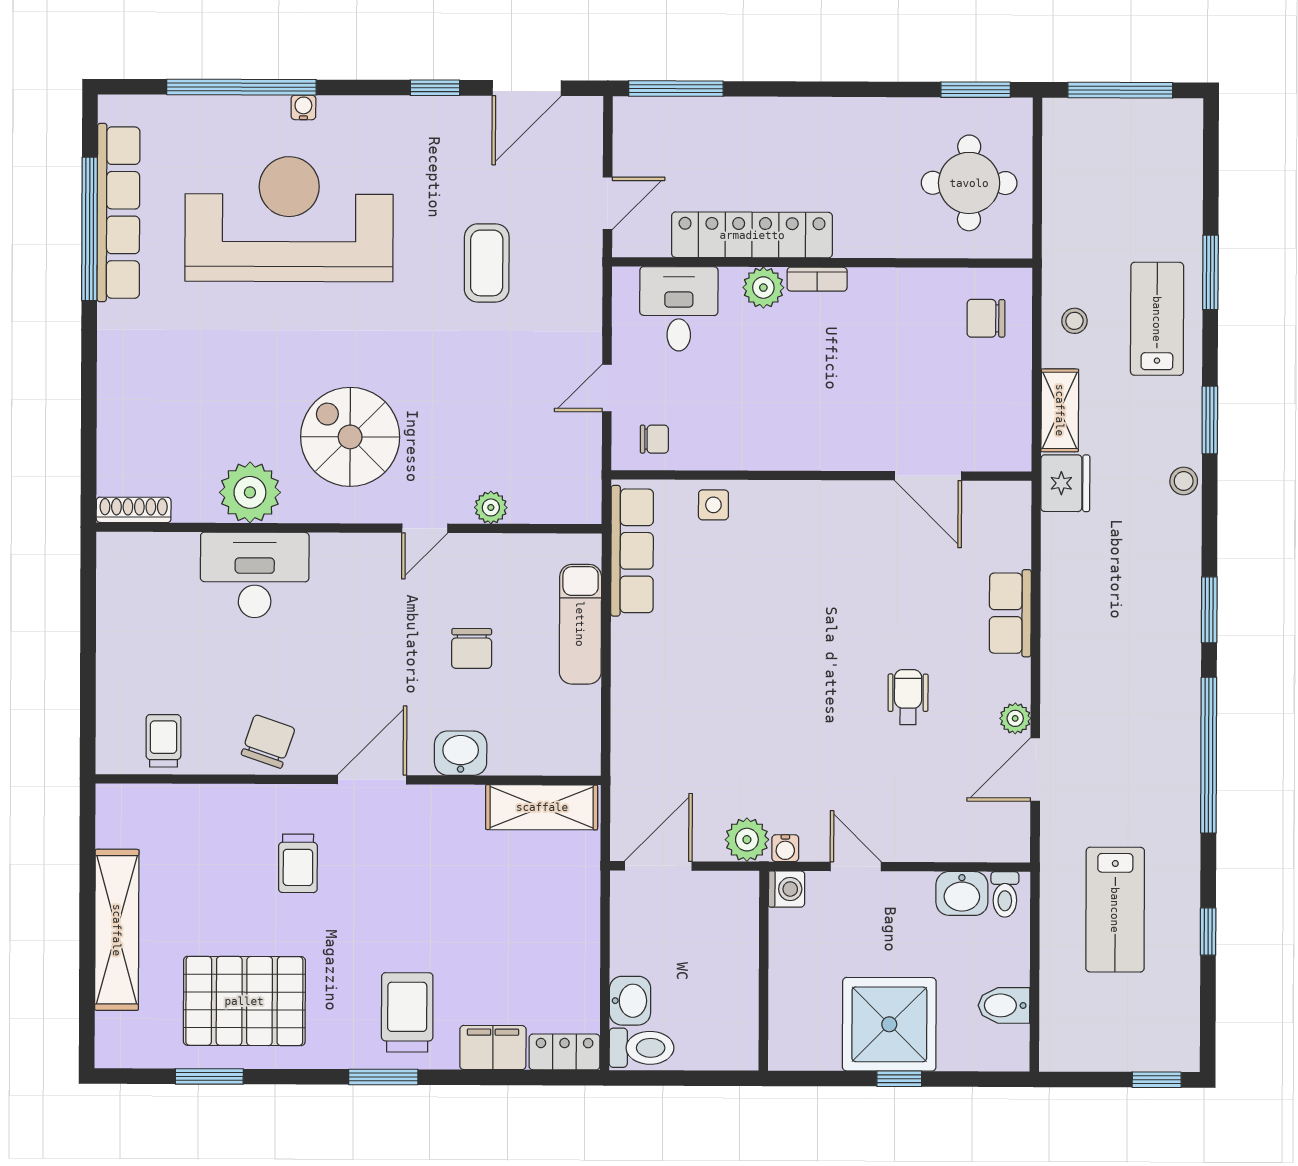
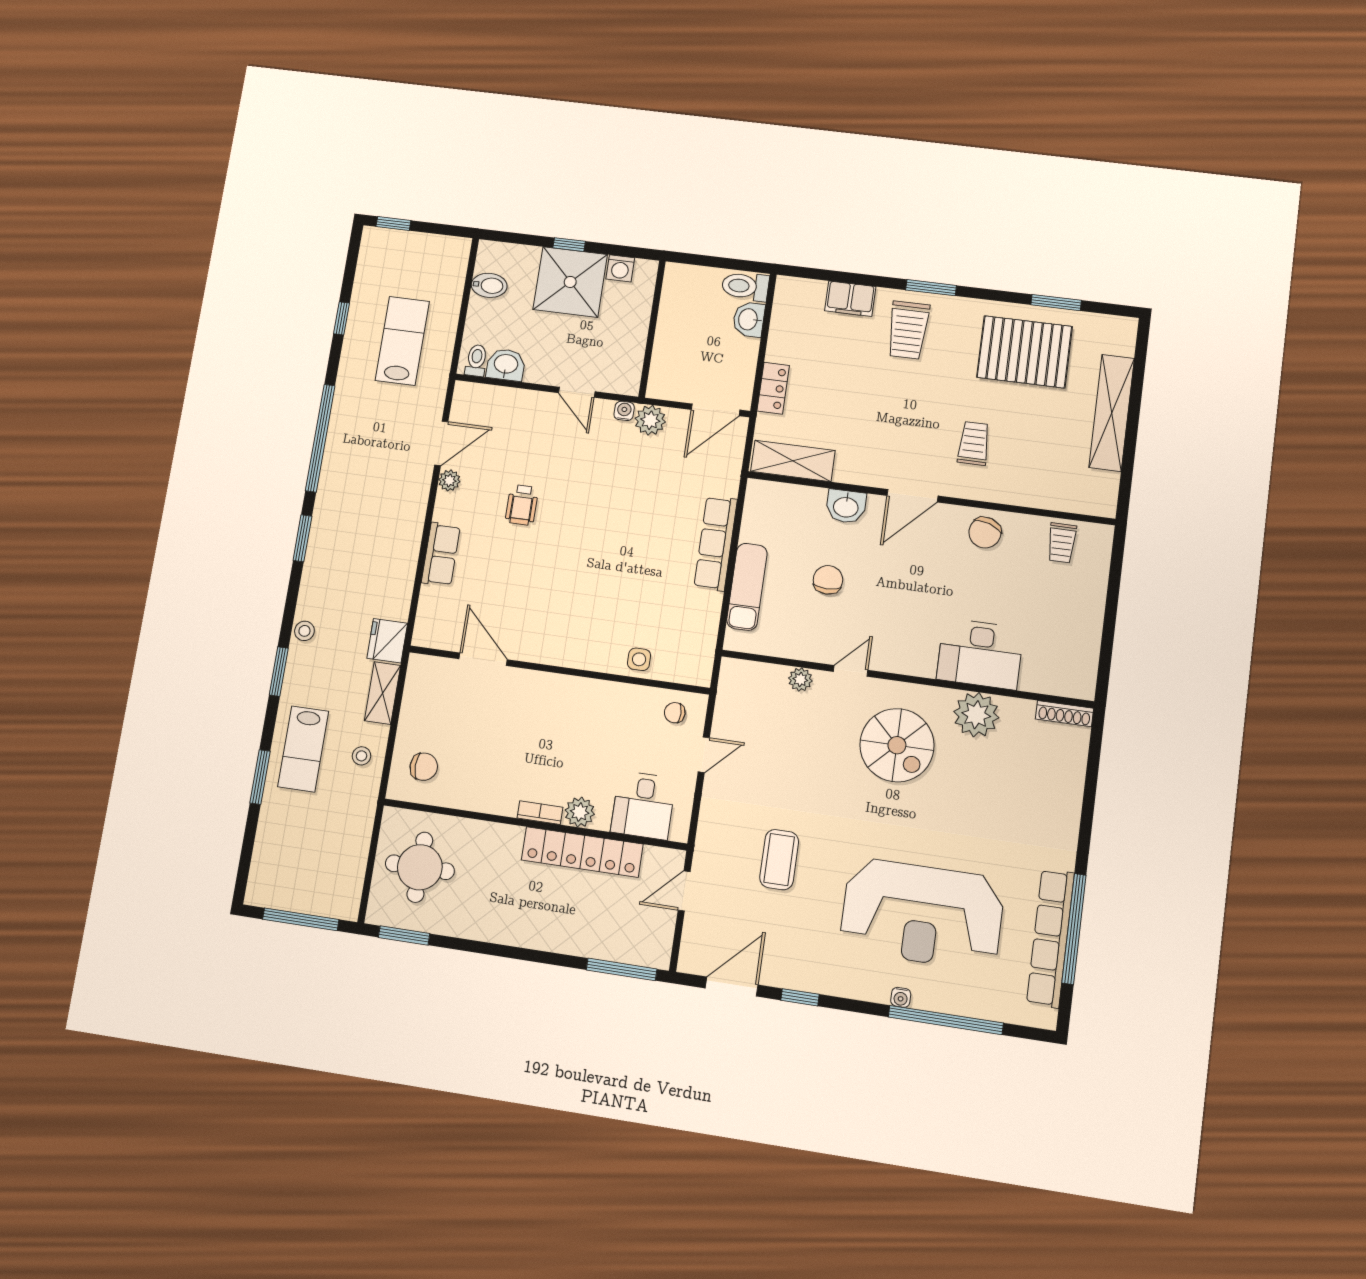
row of seats: (632, 551) -> (716, 543), moved
washing machine: (787, 889) -> (620, 268), moved, turned -90
locker: (564, 1052) -> (773, 388), moved, turned -90

